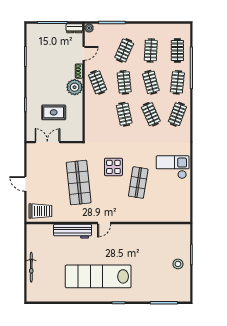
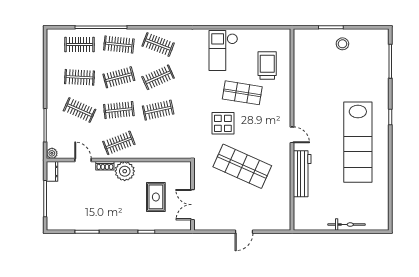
shop shelf: (79, 183) -> (242, 166), turned 30
trolley: (40, 211) -> (267, 66), moved

